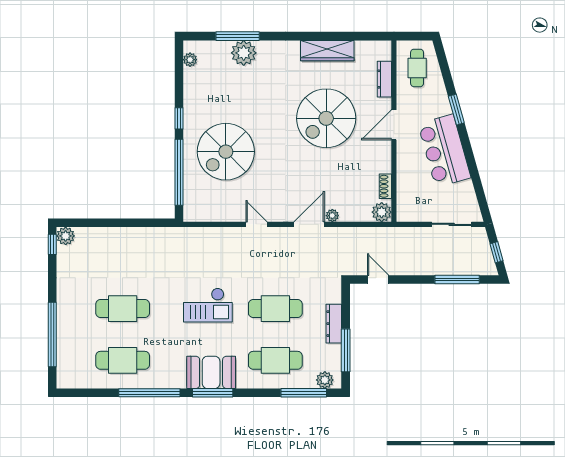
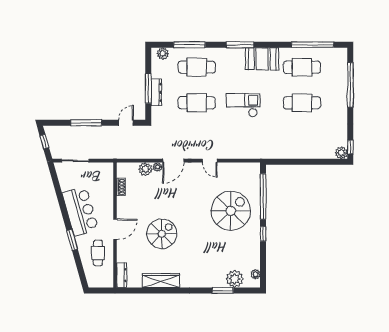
window: (238, 36) -> (223, 290), width x0.69
plant: (244, 53) -> (235, 279), moved
cafe table: (417, 68) -> (98, 253), moved
dresser: (384, 79) -> (122, 275), moved
spiral stairs: (326, 118) -> (162, 234), width x0.73, depth x0.73
plant: (382, 212) -> (145, 169), moved
door: (378, 279) -> (126, 123), swing flipped
window: (457, 279) -> (86, 123), moved
window: (346, 350) -> (148, 88), moved
booth: (211, 372) -> (262, 59), moved
window: (149, 393) -> (313, 45), moved
window: (304, 393) -> (189, 45), moved

